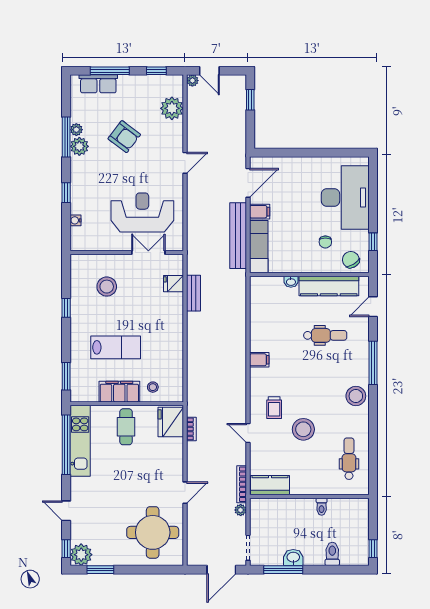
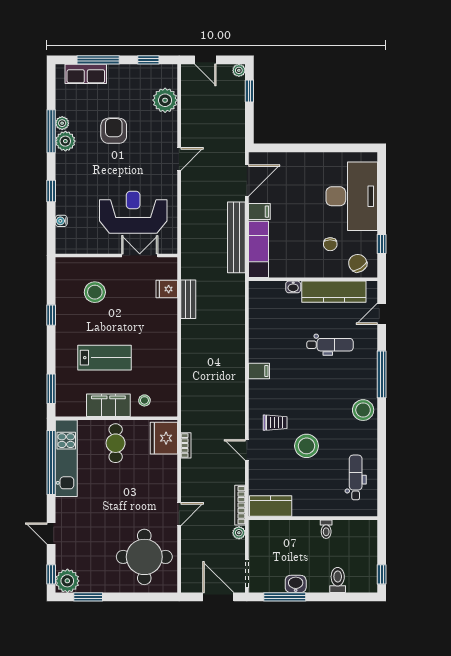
plant: (192, 81) -> (239, 70), moved
armchair: (124, 137) -> (114, 131), turned -127
trolley: (274, 408) -> (275, 423), turned -90
door: (221, 570) -> (218, 597), swing flipped

